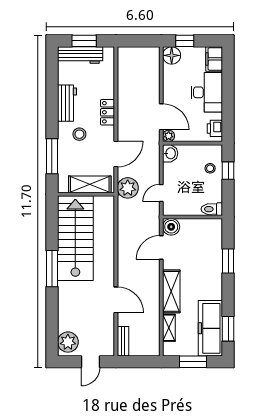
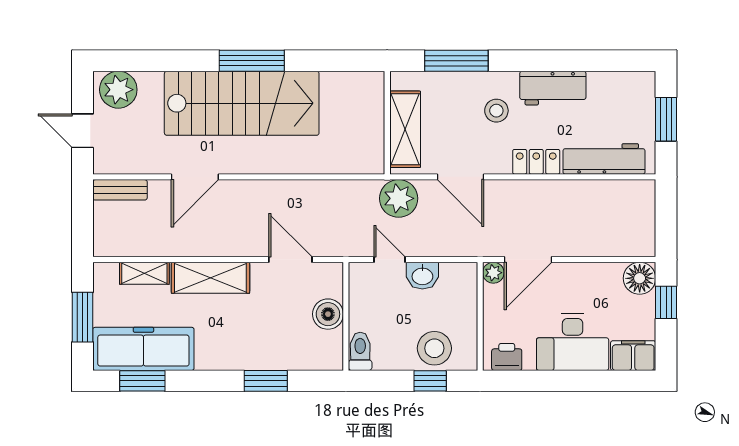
workbench: (80, 55) -> (604, 159), moved, turned 90
washbasin: (170, 153) -> (422, 276), moved
stool: (210, 168) -> (434, 348), width x1.89, depth x1.89
boiler: (171, 227) -> (328, 314), moved
stairs: (75, 238) -> (242, 103), moved

